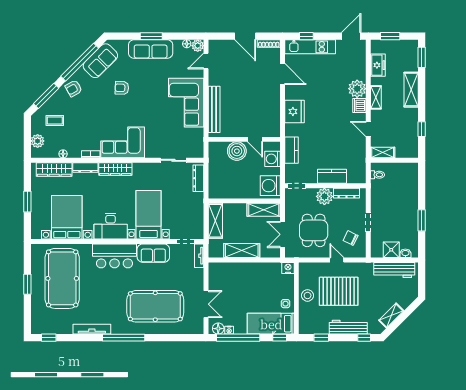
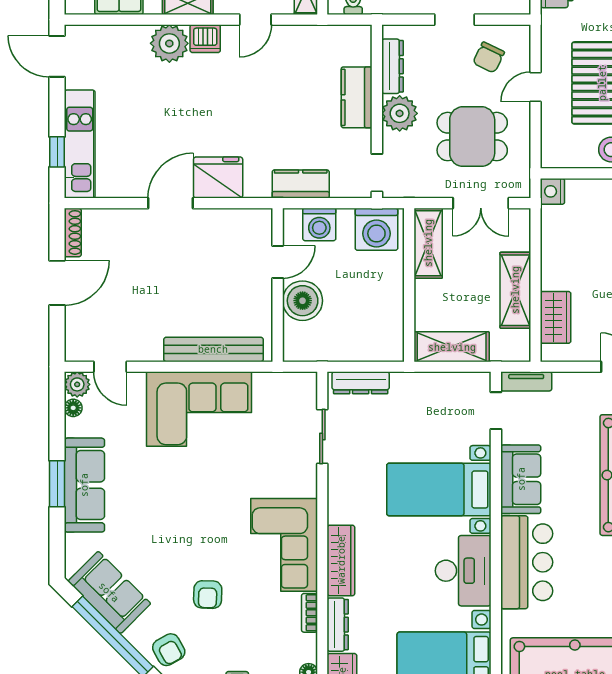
door: (282, 74) -> (171, 203), moved
armchair: (122, 88) -> (208, 595), moved
wardrobe: (229, 269) -> (556, 317), added

